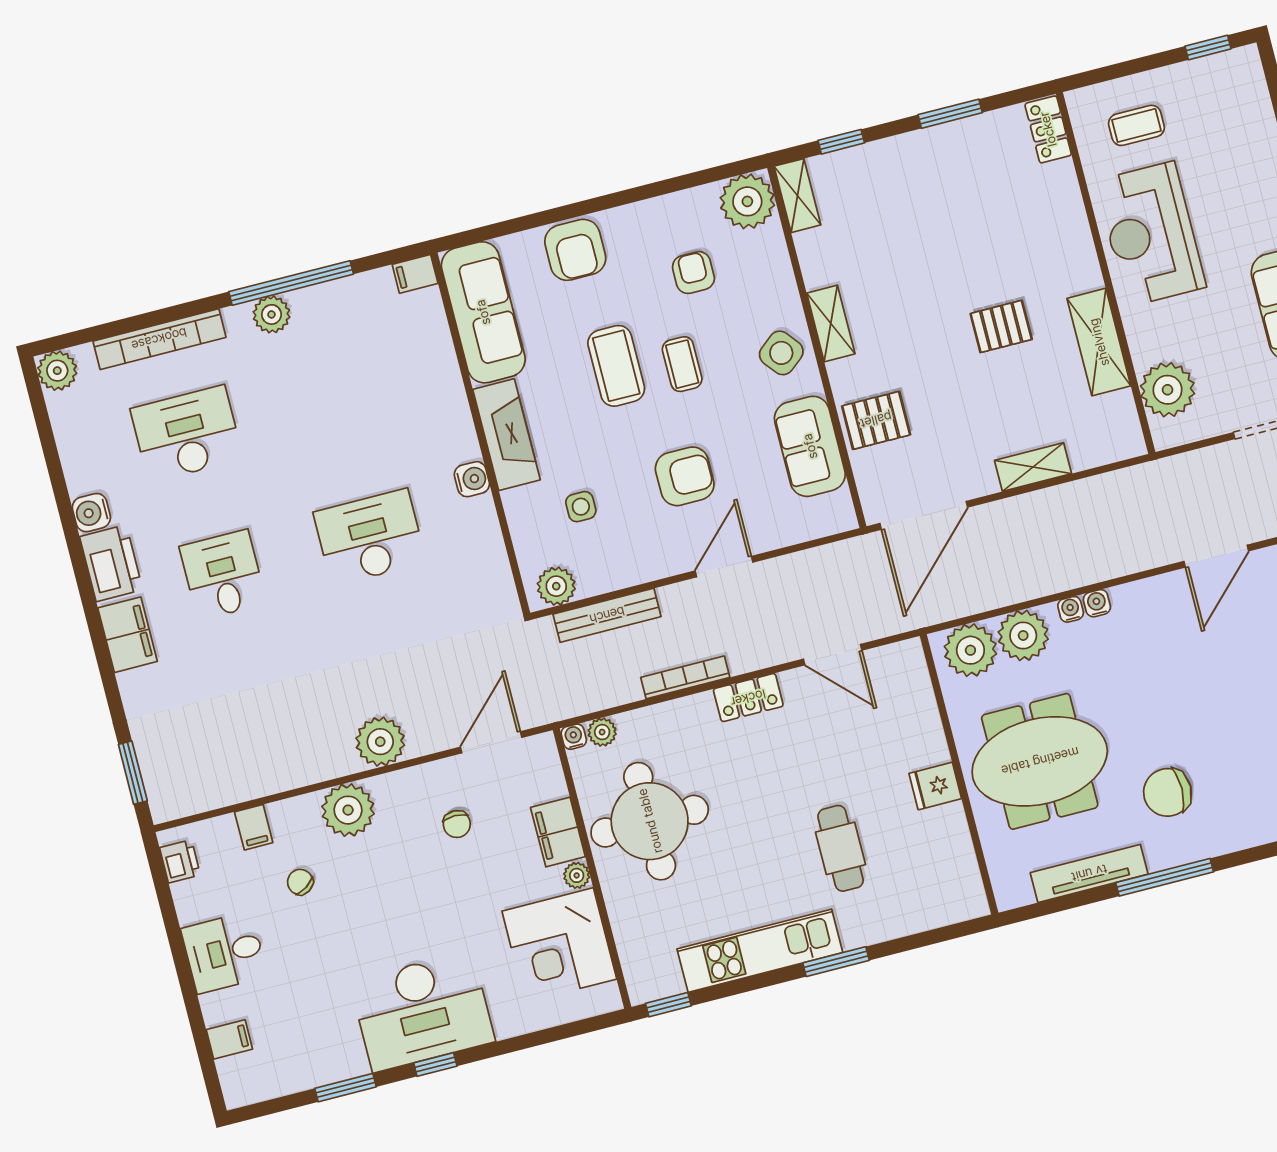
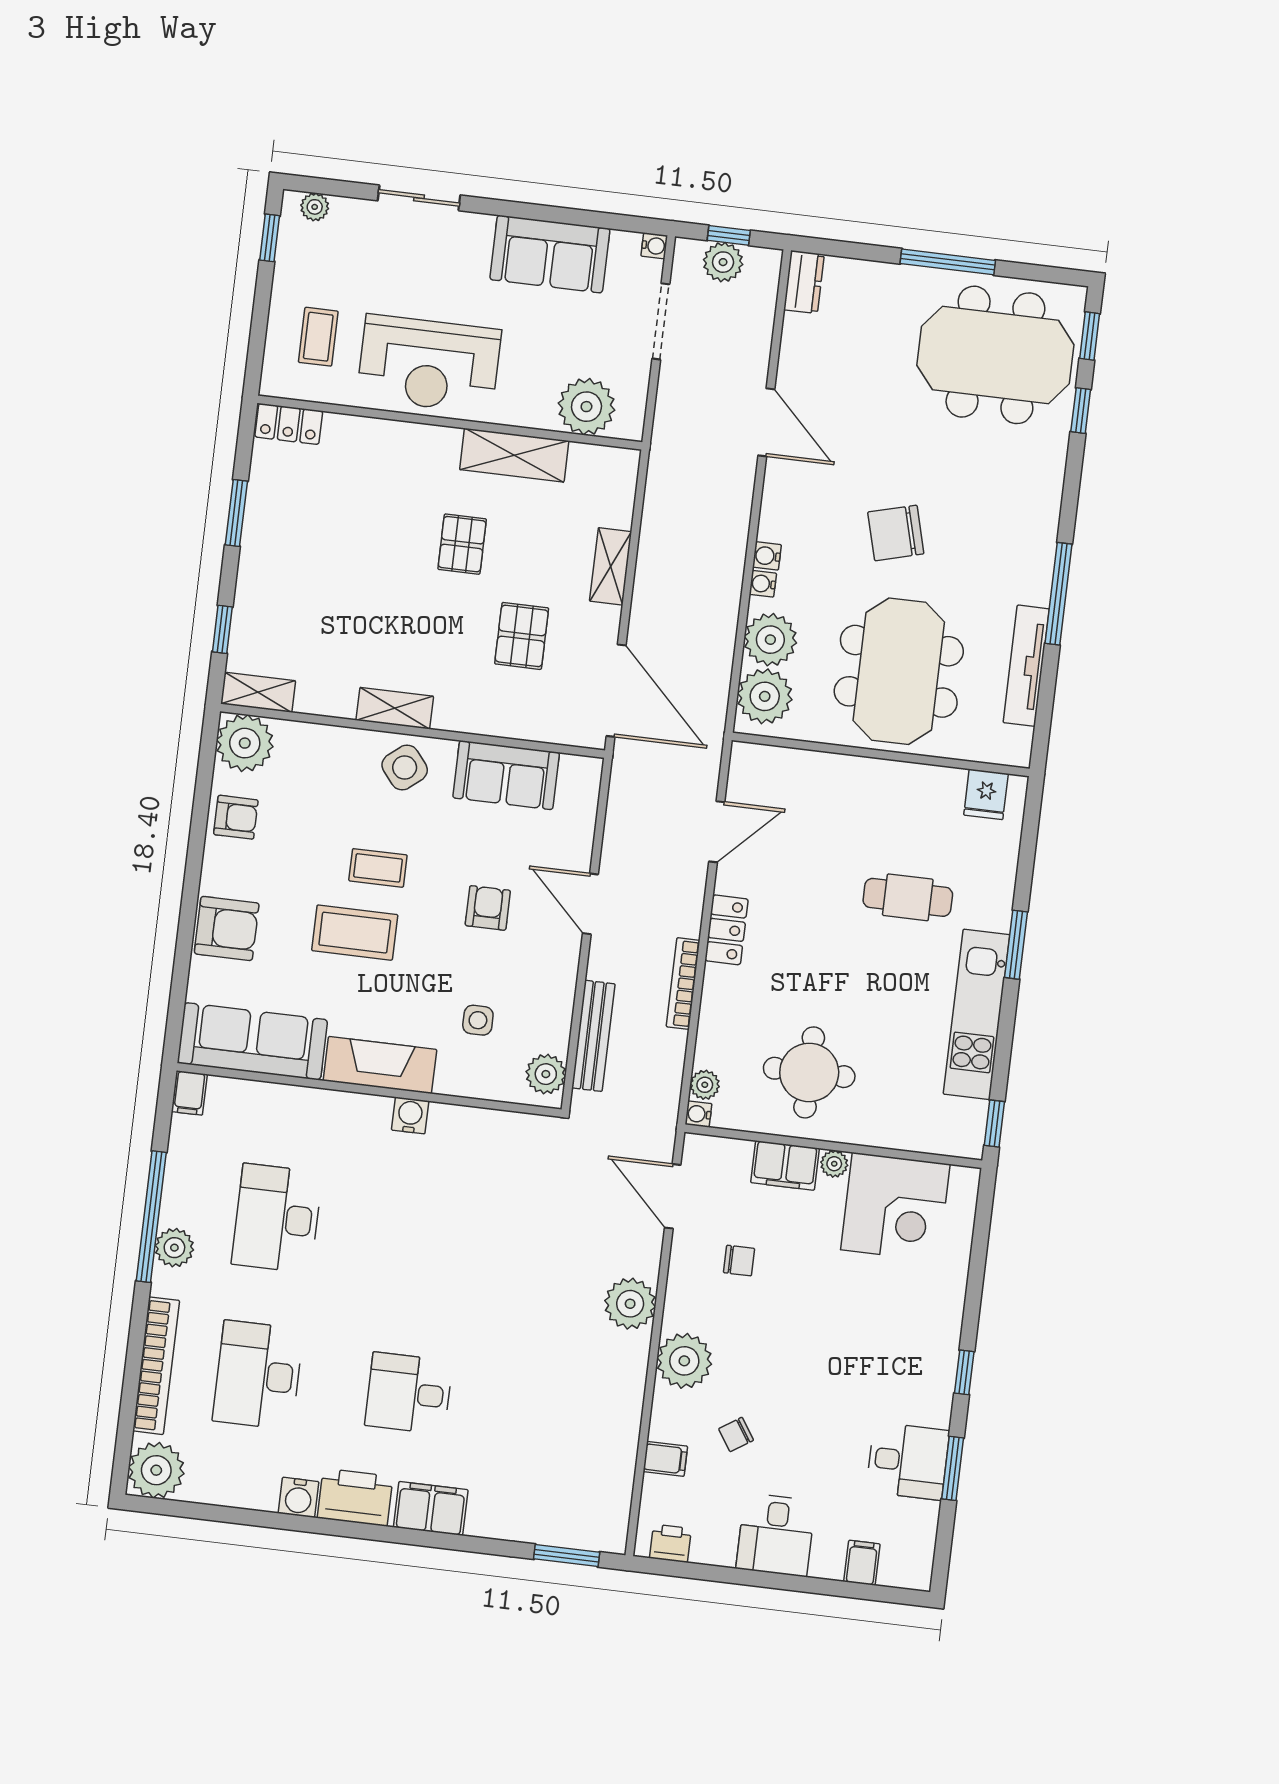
plant: (1251, 77) -> (315, 207), added
armchair: (693, 273) -> (236, 817), moved, turned 180
plant: (57, 371) -> (156, 1470), width x1.36, depth x1.36
pallet: (876, 420) -> (522, 636), moved
armchair: (685, 476) -> (488, 908), width x0.72, depth x0.72
desk: (370, 537) -> (277, 1218), moved
fridge: (935, 786) -> (986, 794), moved
chair: (1167, 792) -> (896, 533), moved, turned 75
round table: (650, 821) -> (809, 1072), width x0.73, depth x0.73
desk: (422, 1011) -> (908, 1461), moved, width x0.53, depth x0.77

